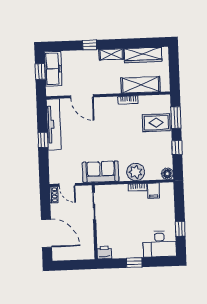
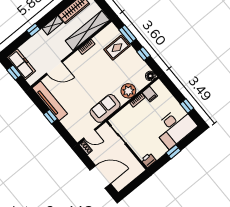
shelving: (141, 85) -> (87, 31), width x1.47
desk: (160, 244) -> (175, 127), width x1.36, depth x1.30

